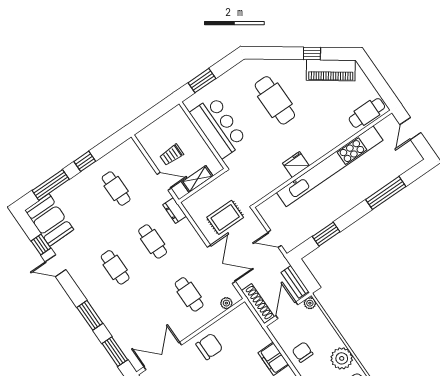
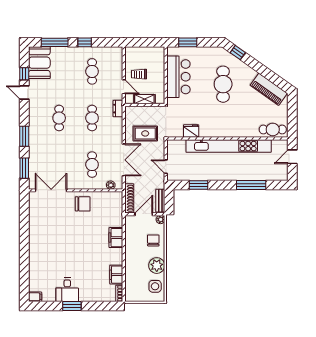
window: (312, 53) -> (238, 53), moved
fridge: (296, 164) -> (191, 131), moved
chair: (303, 352) -> (153, 240), moved

